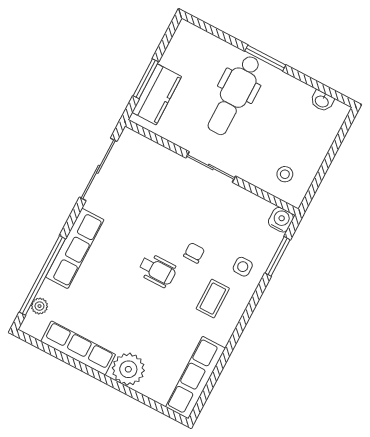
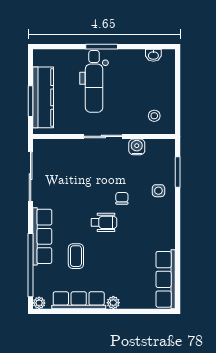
kitchen counter: (157, 94) -> (43, 97), width x1.50
water cooler: (281, 220) -> (137, 147), moved
coffee table: (213, 299) -> (76, 256), moved
plant: (39, 306) -> (39, 303), moved
plant: (128, 369) -> (113, 303), width x0.53, depth x0.53

